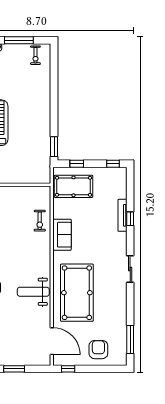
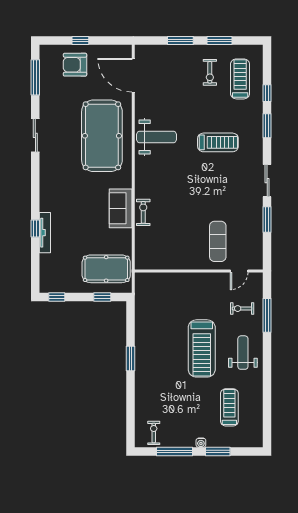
window: (54, 147) -> (130, 359), moved
exercise bike: (40, 221) -> (143, 212), moved
sliding door: (130, 269) -> (35, 135), moved
armchair: (98, 350) -> (75, 65), turned 90
window: (68, 369) -> (80, 41), moved

